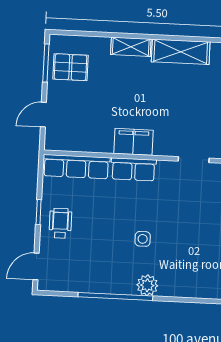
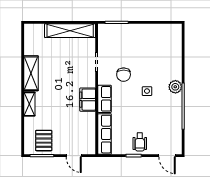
chair: (171, 202) -> (124, 75), added
wheelchair: (60, 223) -> (140, 142), turned -90

